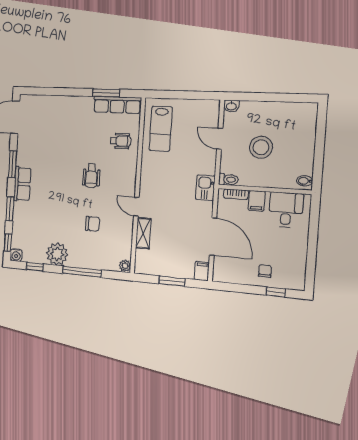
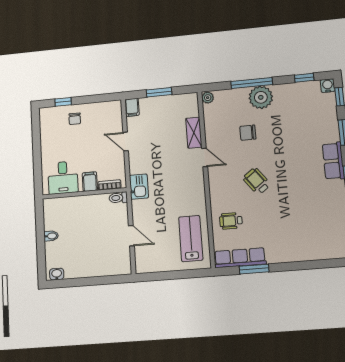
washbasin: (231, 106) -> (57, 274), moved
stool: (261, 147) -> (92, 233), removed
wheelchair: (91, 176) -> (257, 181), turned -37
bidet: (305, 181) -> (51, 236), moved
door: (213, 237) -> (126, 142), width x0.53
plant: (57, 254) -> (261, 97), moved

